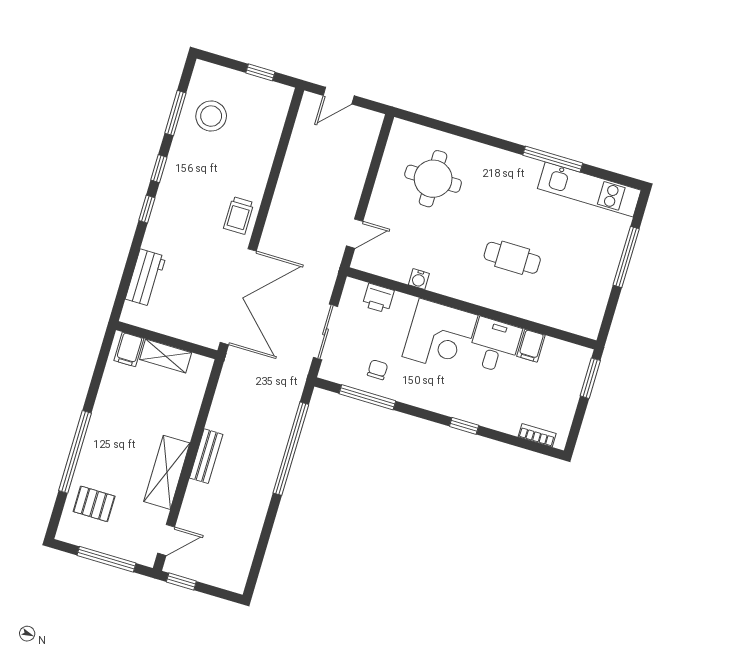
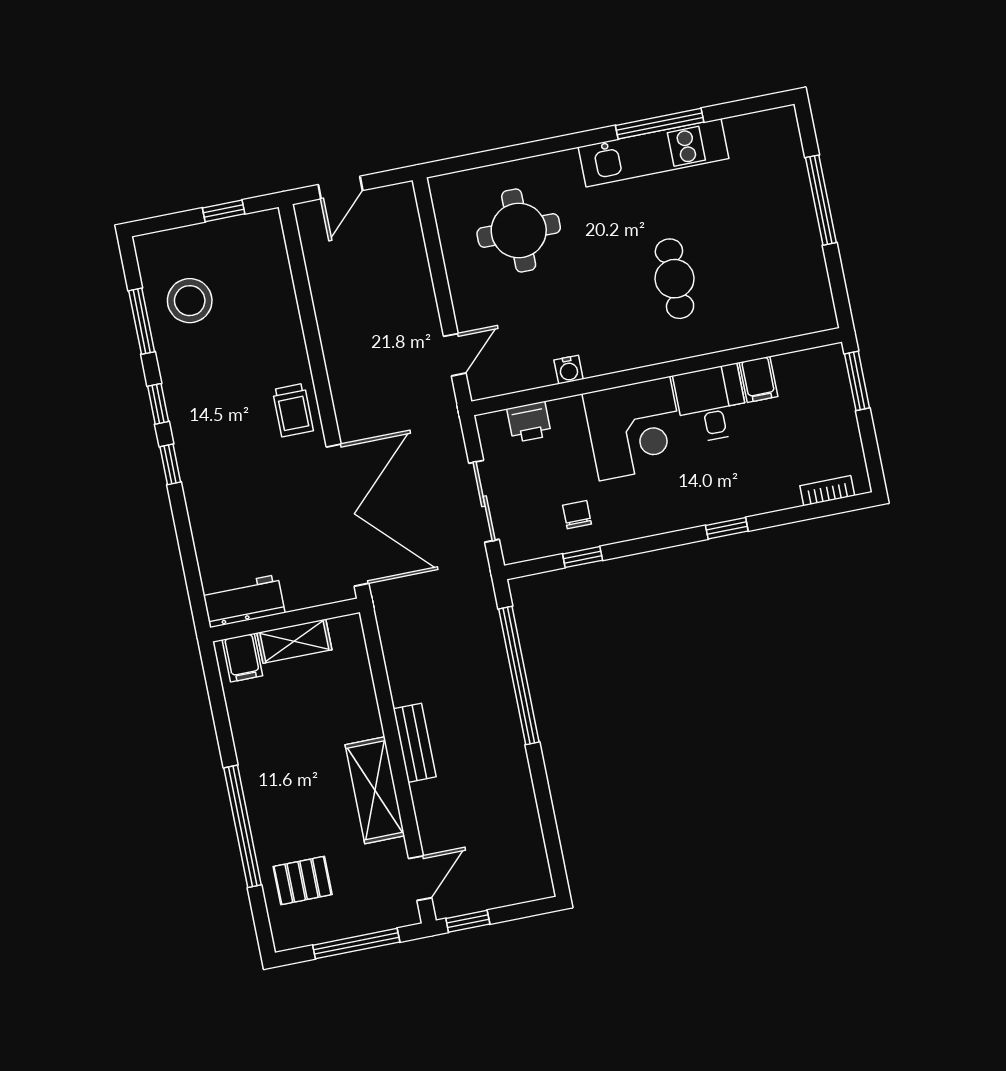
kitchen unit: (589, 189) -> (654, 153), moved
cafe table: (512, 258) -> (674, 279), turned 90
workbench: (146, 278) -> (244, 601), moved, turned -90
window: (367, 397) -> (583, 557), width x0.46

